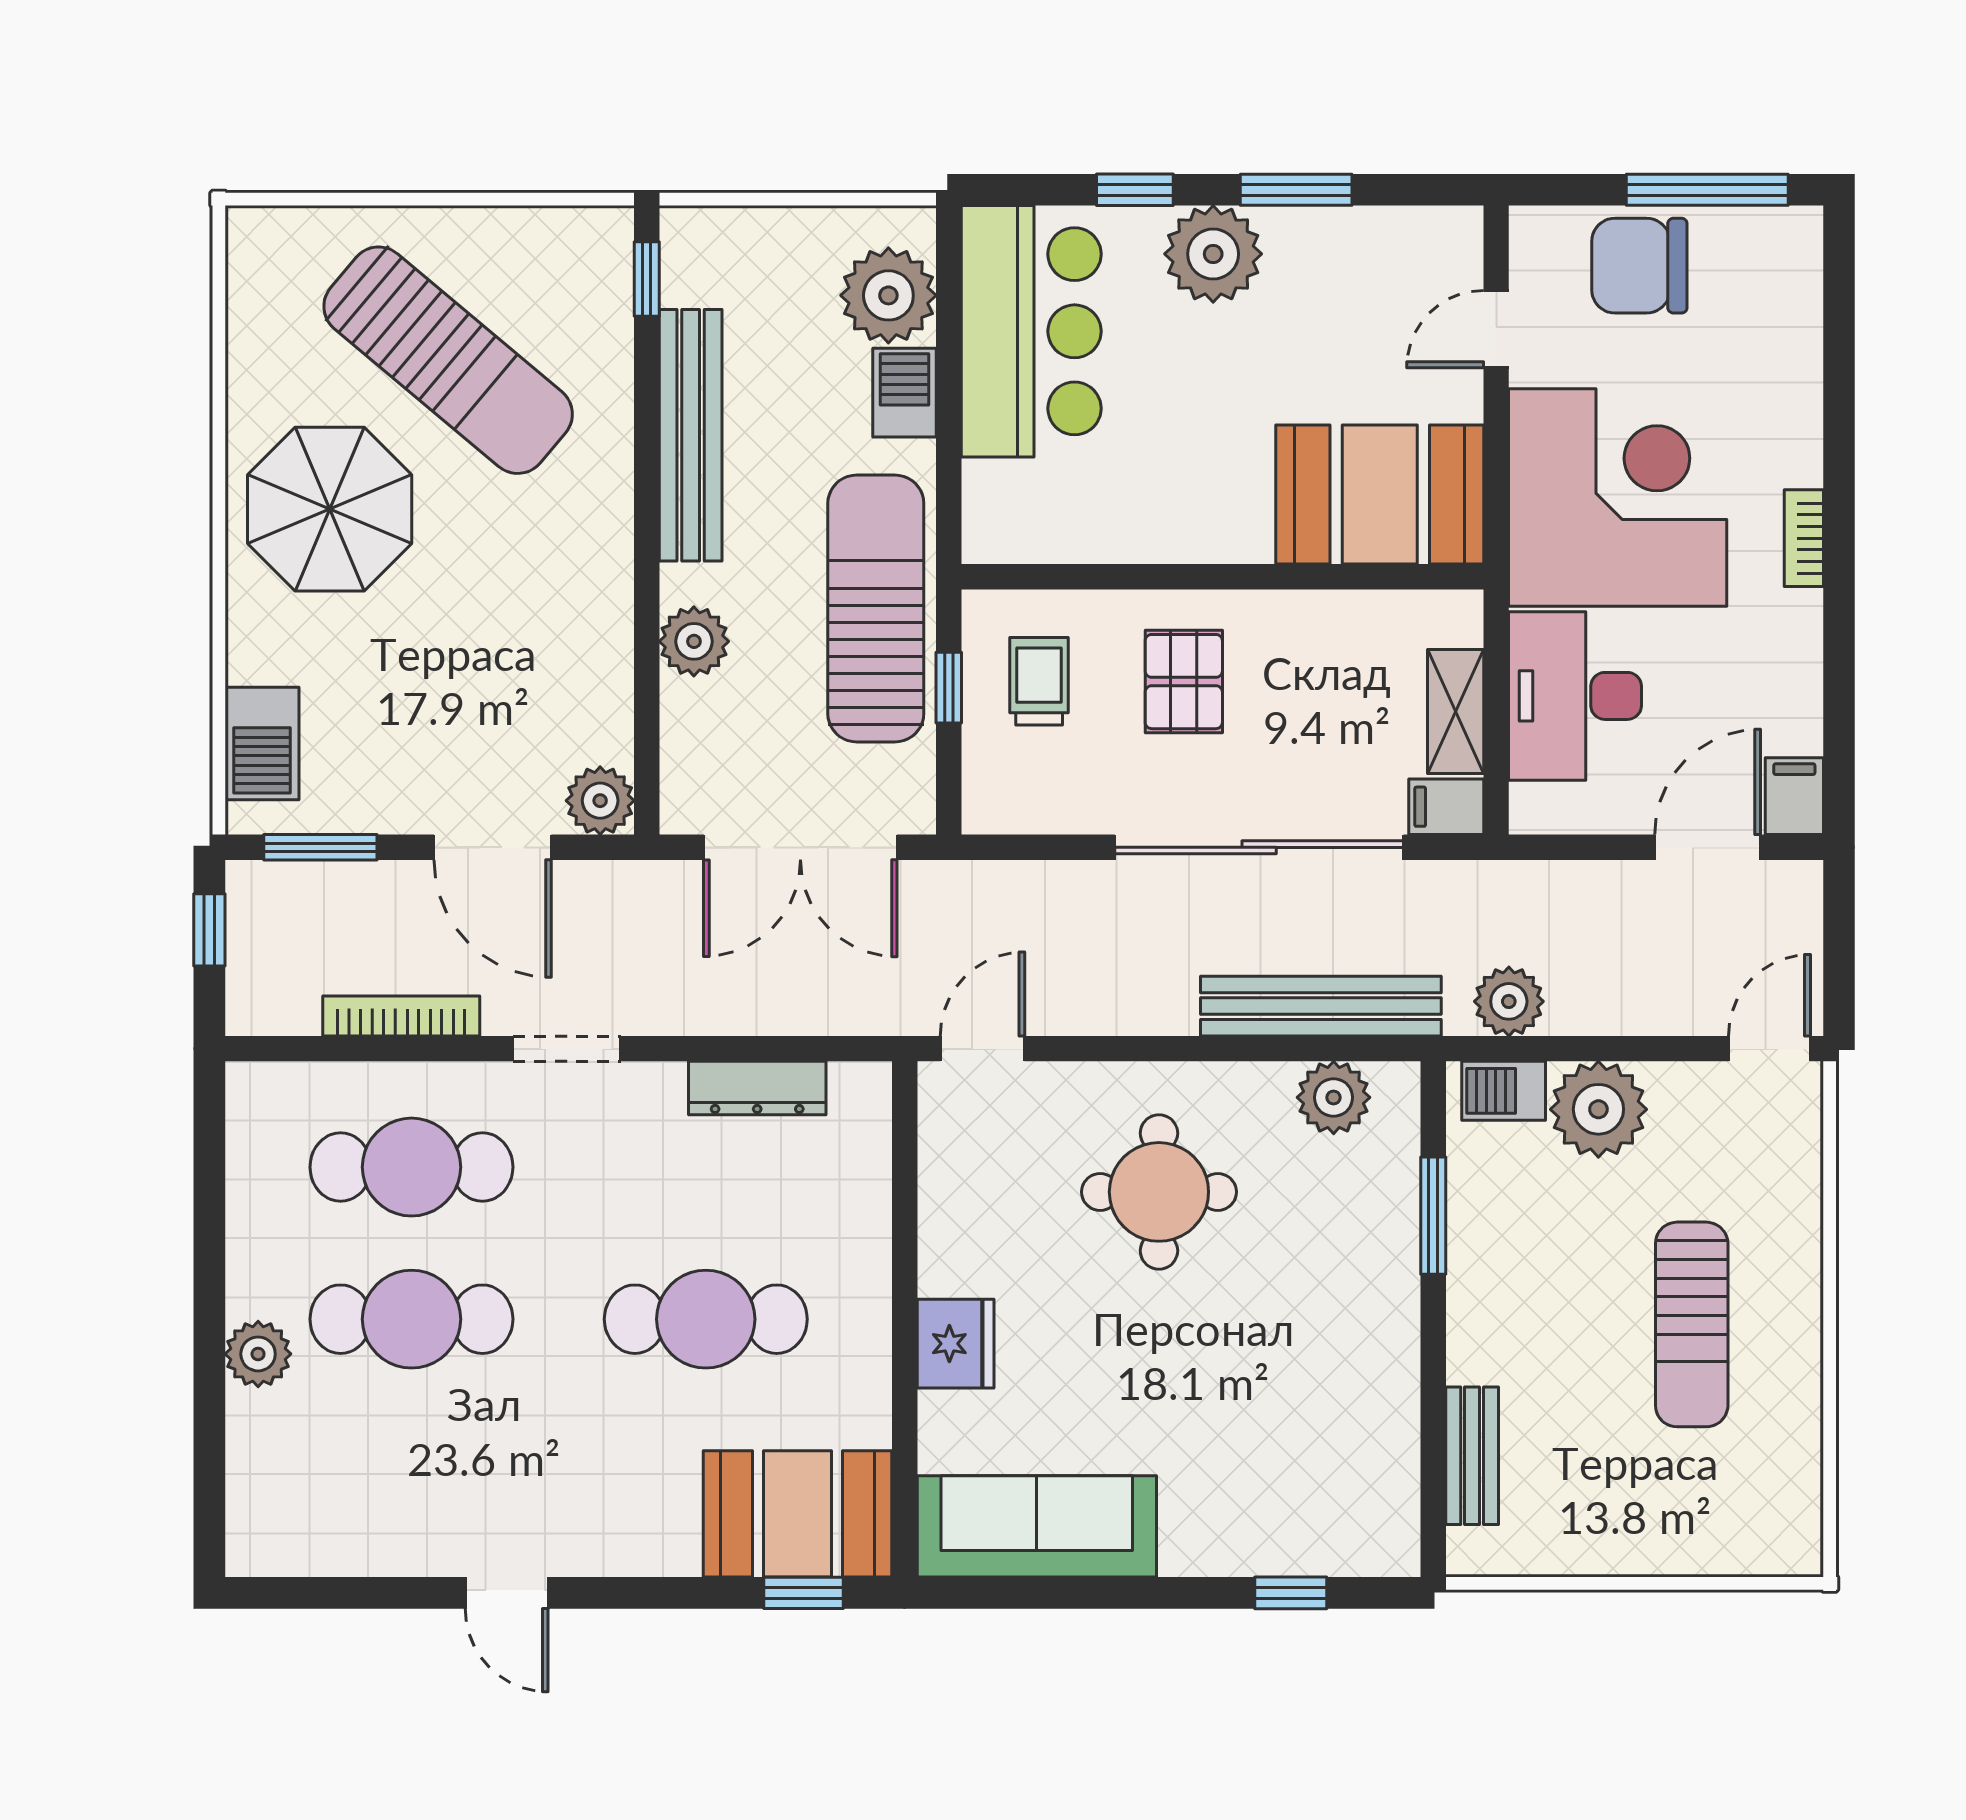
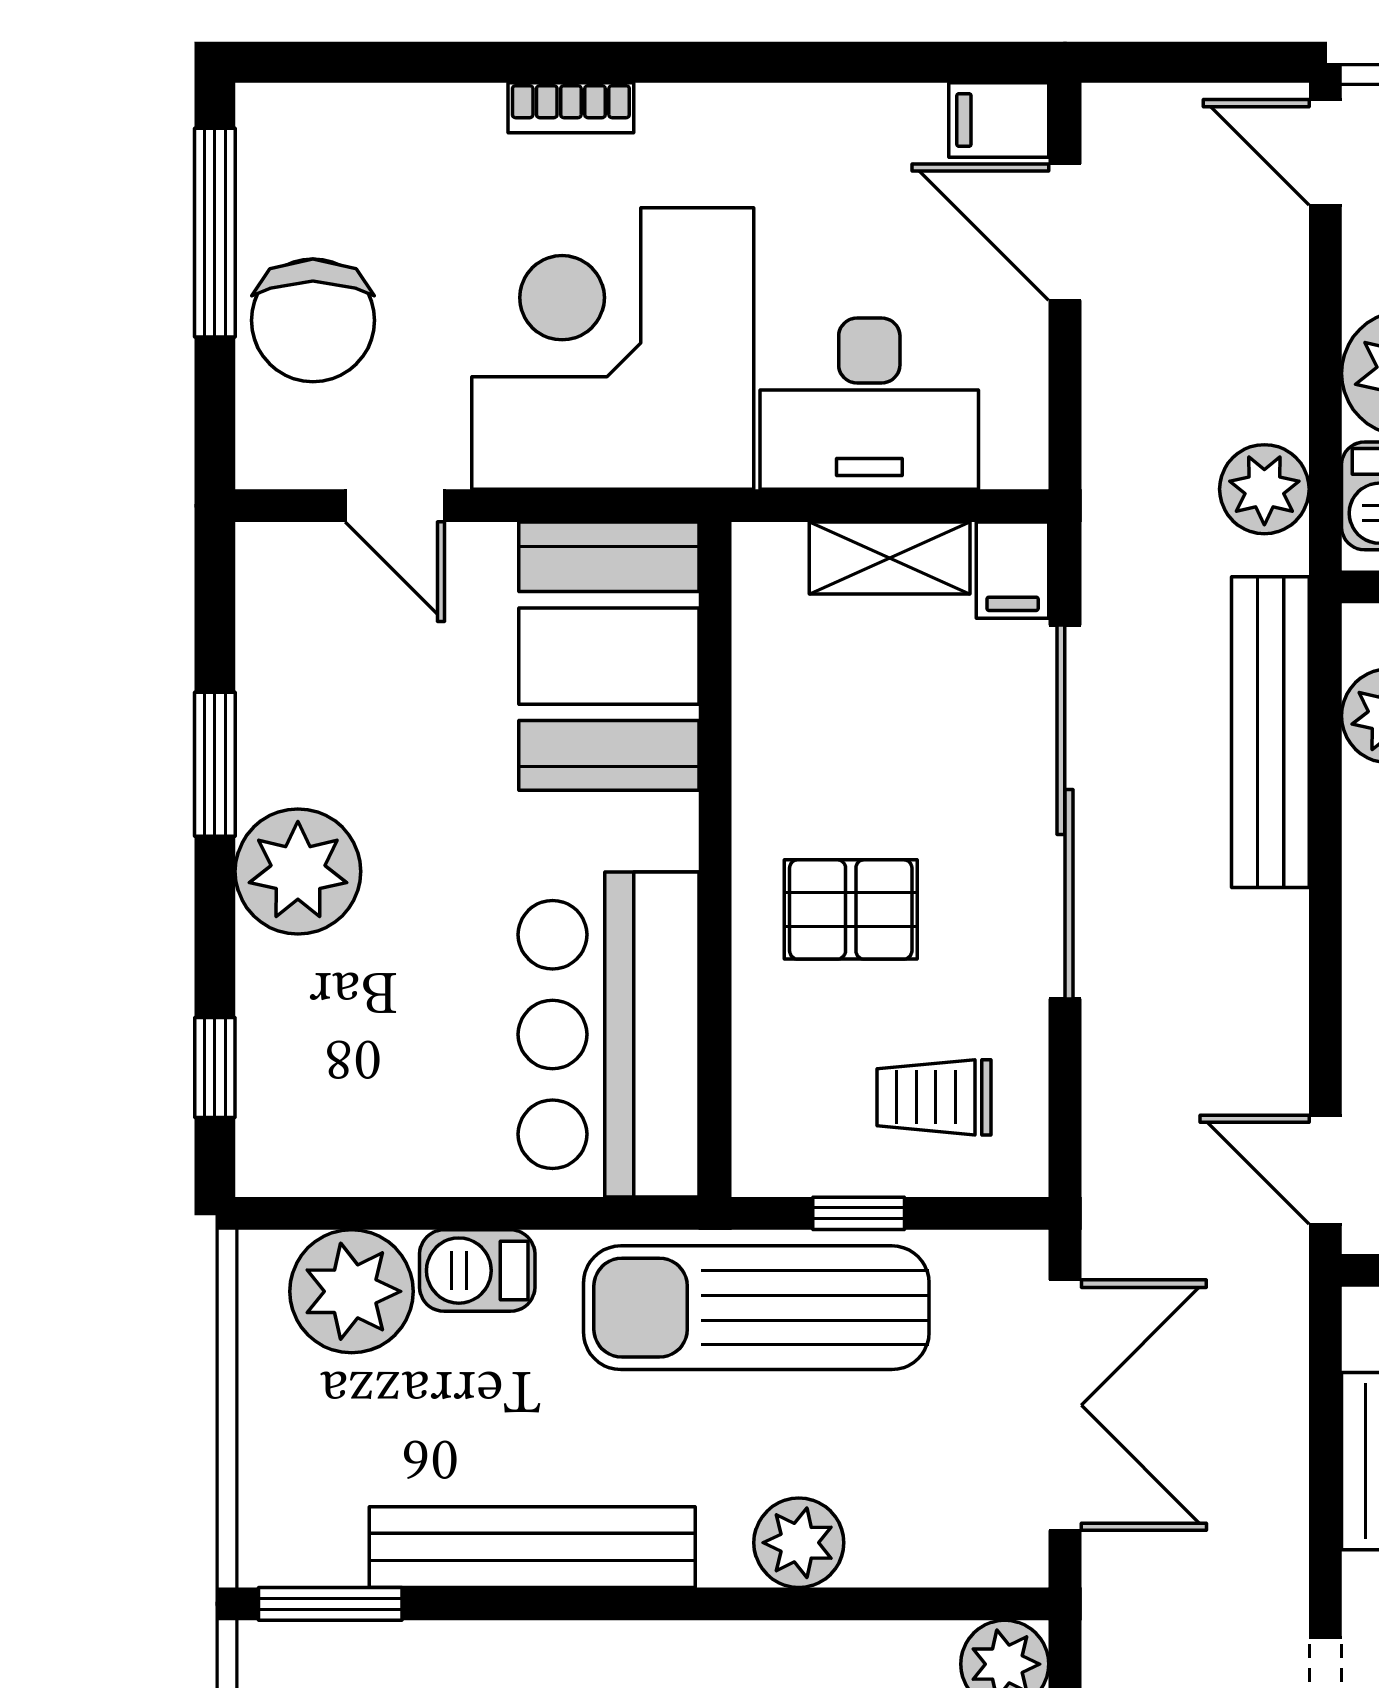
window: (1135, 190) -> (215, 1068), moved
window: (647, 279) -> (330, 1604), width x1.50
bar counter: (1031, 331) -> (609, 1034), moved, turned -90
bookcase: (1804, 538) -> (571, 108), moved
trolley: (1039, 681) -> (934, 1097), moved

